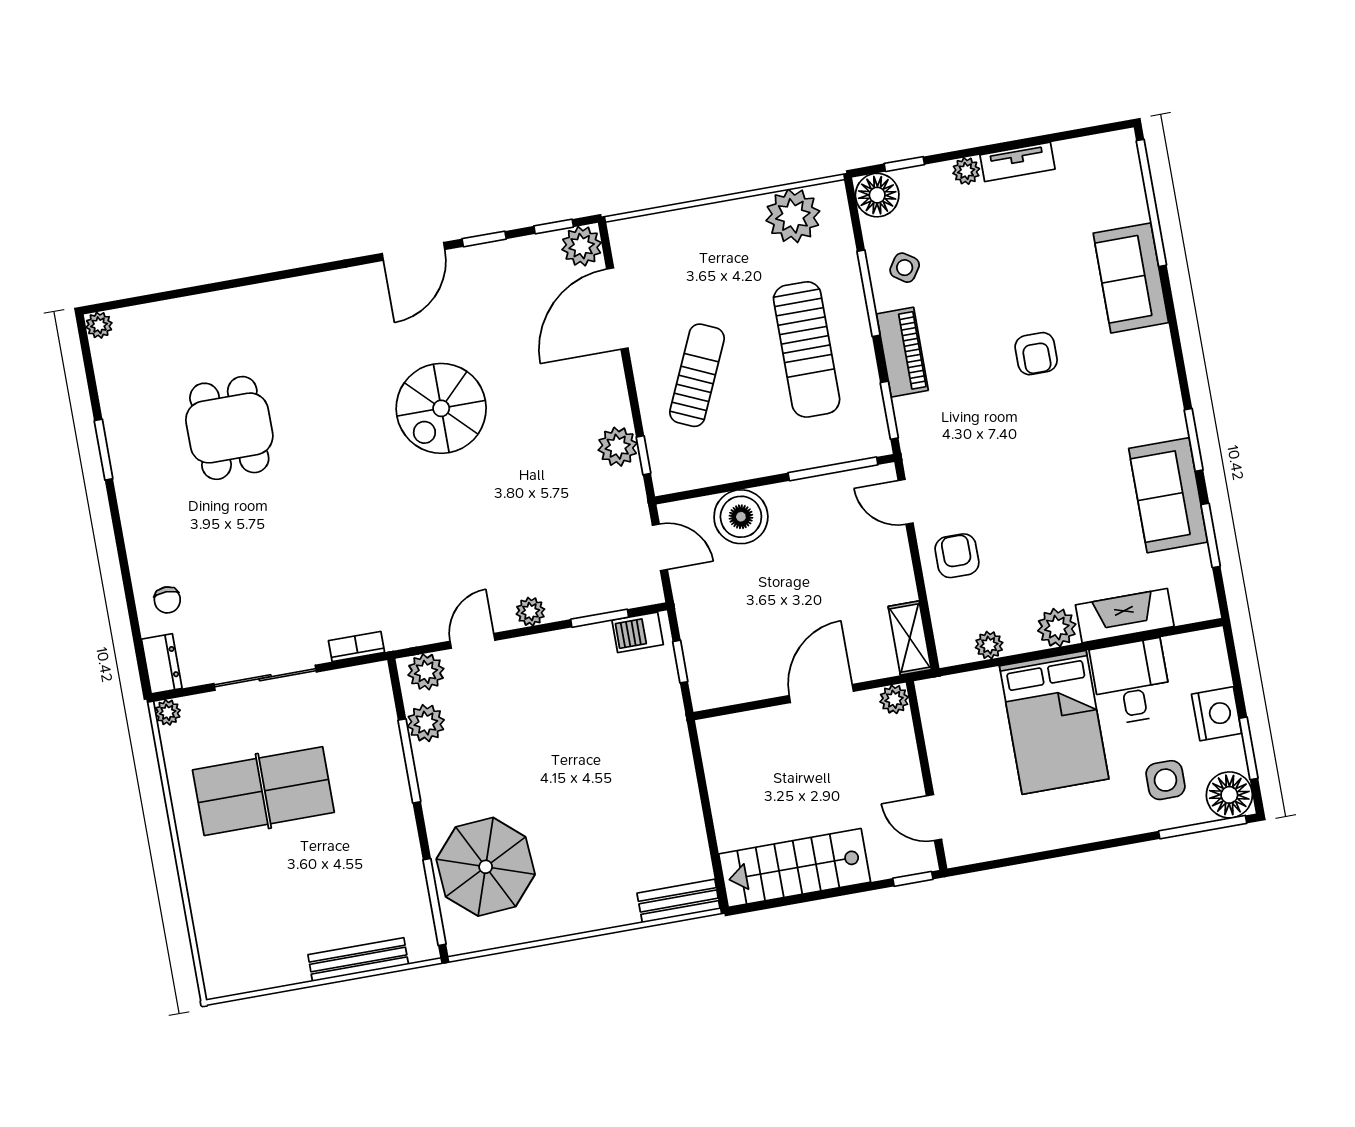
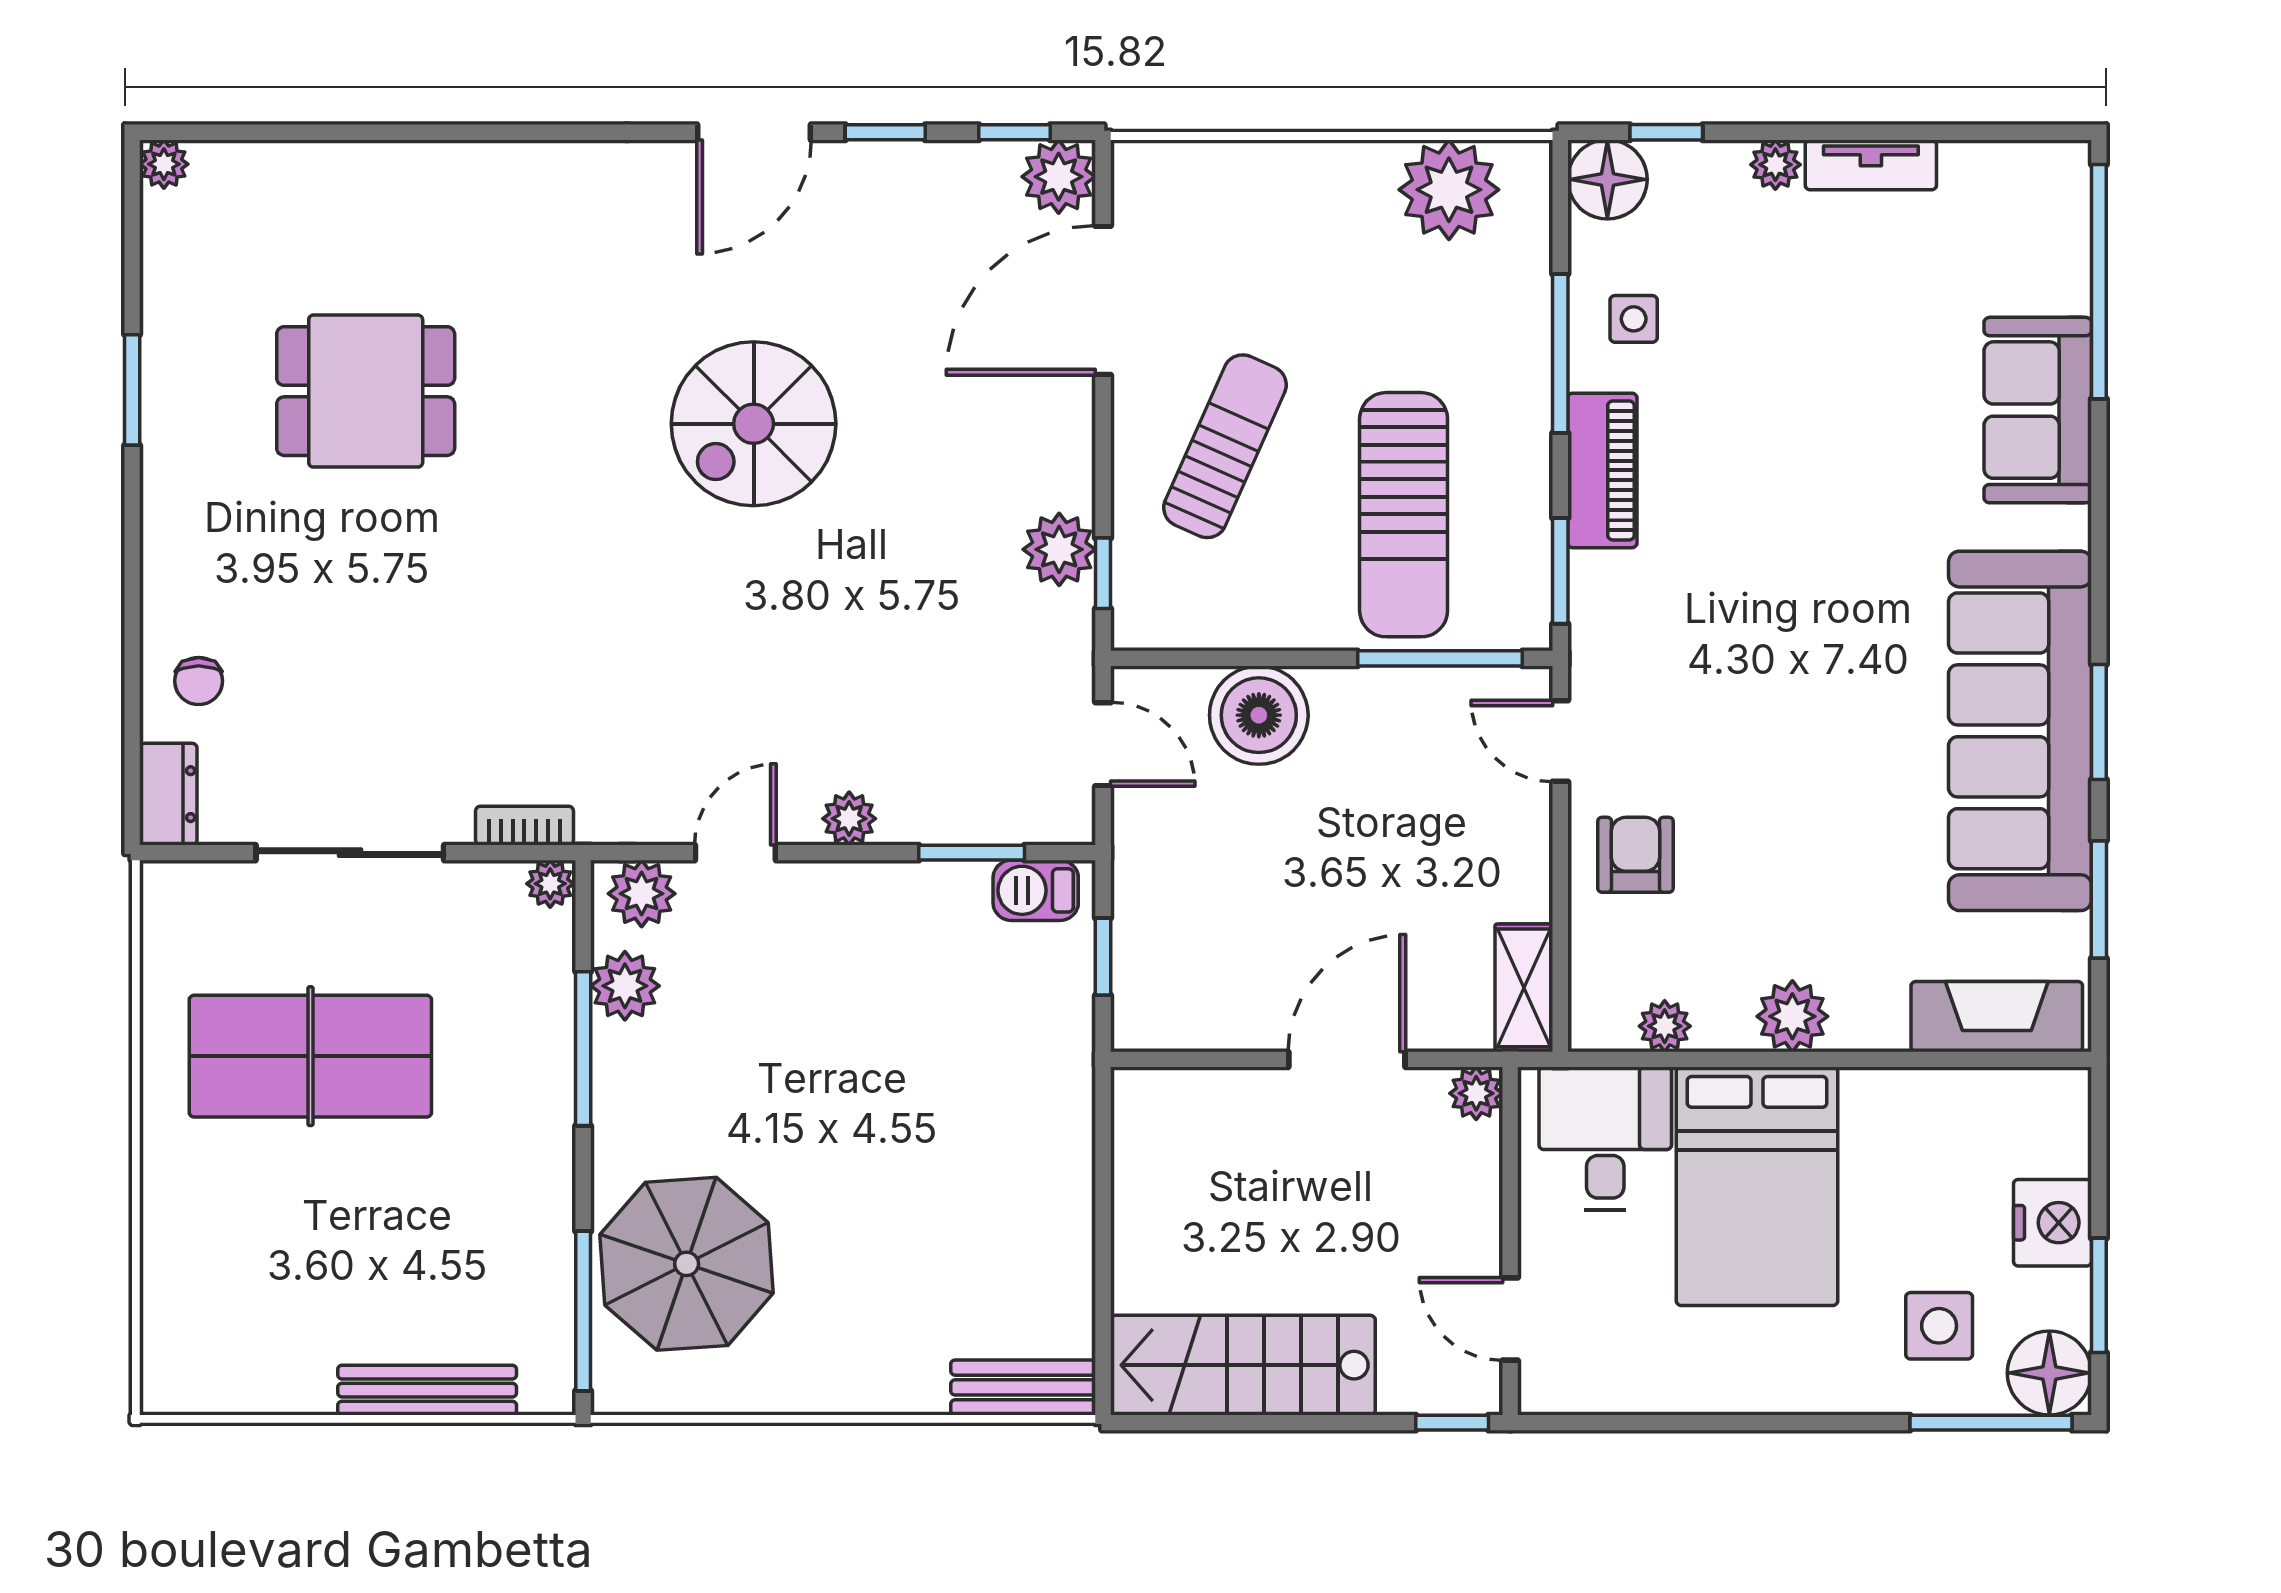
side table: (905, 268) -> (1634, 319), turned -34
sun lounger: (807, 349) -> (1404, 515), moved
armchair: (1036, 354) -> (1843, 516), removed
dining table: (229, 428) -> (366, 391), turned 90
sofa: (1168, 495) -> (2020, 731), width x1.85, depth x1.27
fireplace: (1125, 616) -> (1997, 1017), moved
desk: (1131, 682) -> (1605, 1138), moved
plant: (168, 712) -> (550, 884), moved

